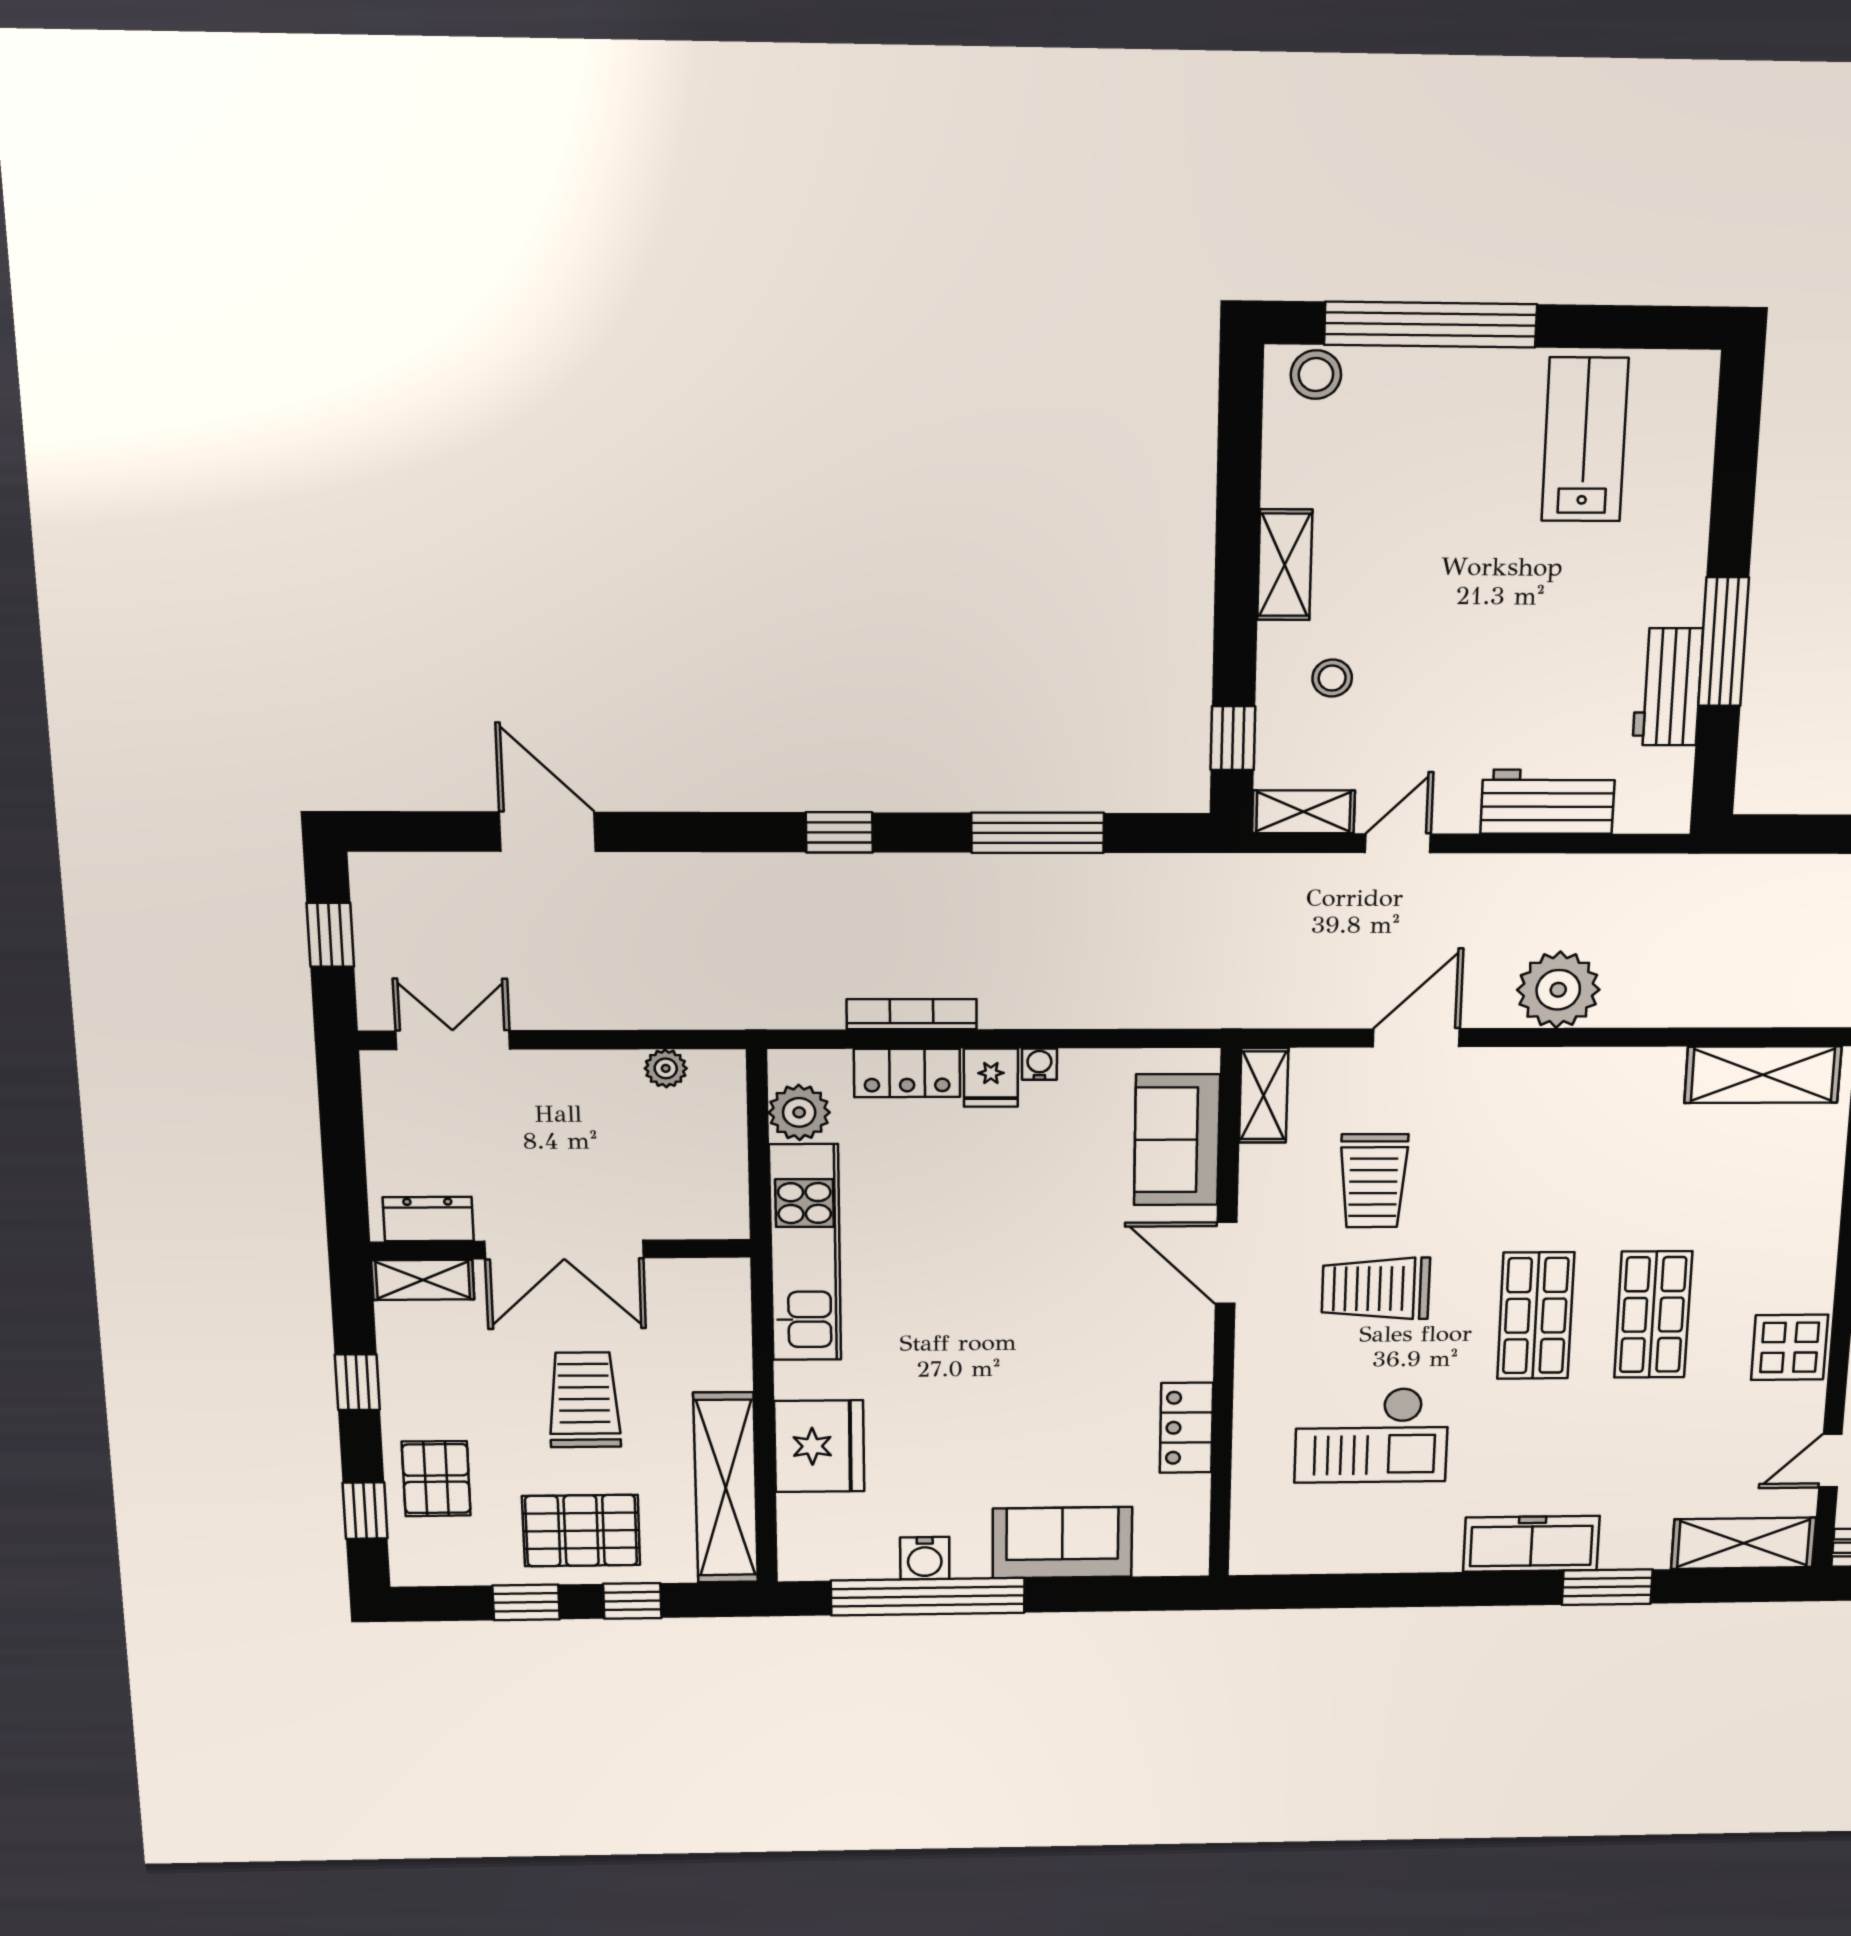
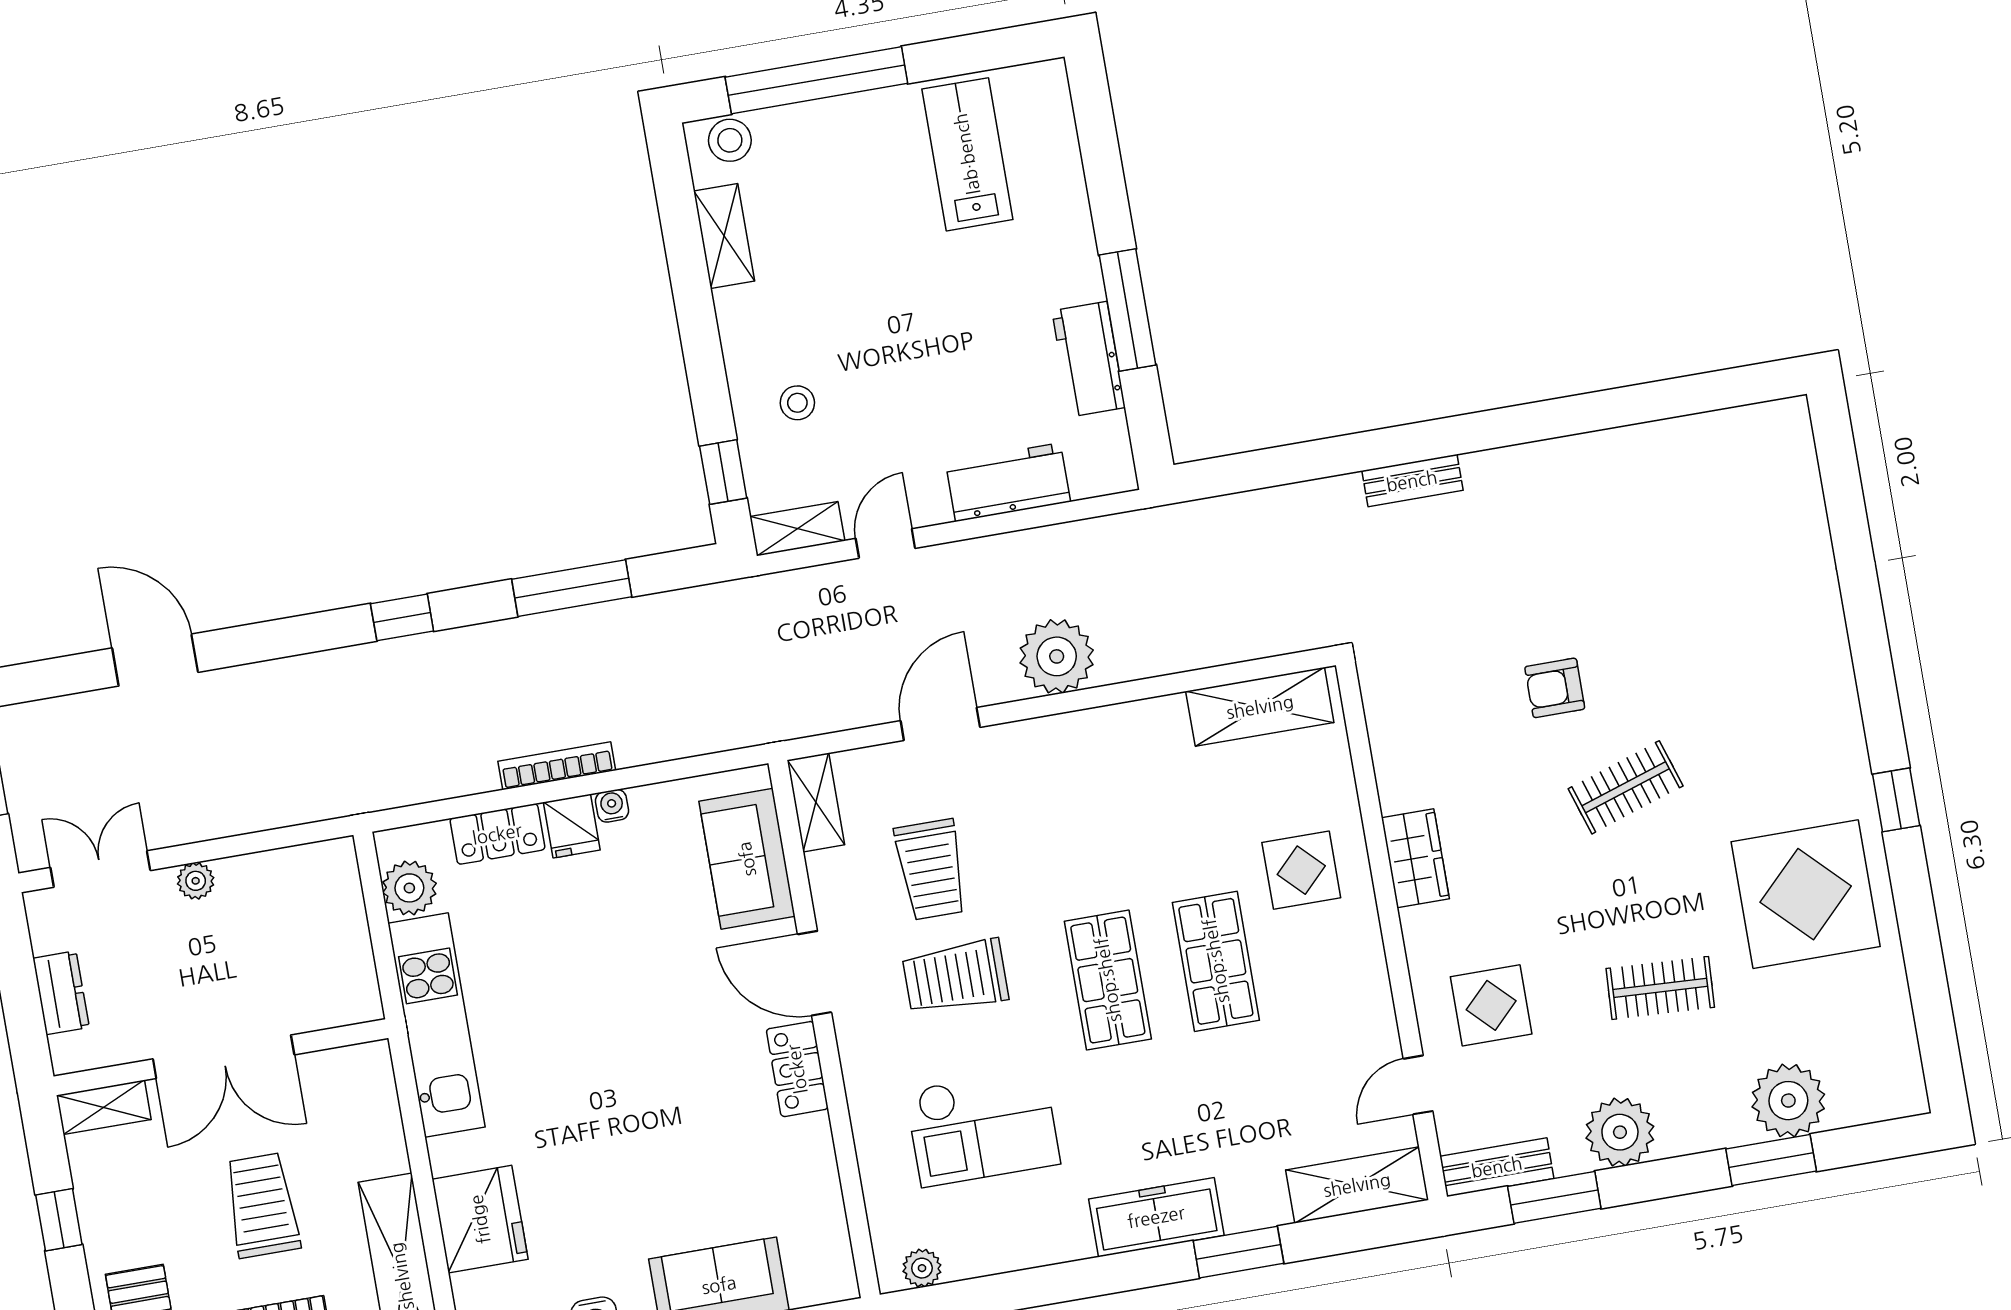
shelving: (1285, 565) -> (724, 236), moved
bookcase: (912, 1014) -> (557, 766), moved
plant: (666, 1068) -> (196, 881), moved
dresser: (428, 1219) -> (61, 993), moved, turned 90
display table: (1790, 1347) -> (1301, 870), moved
locker: (1186, 1428) -> (797, 1069), moved
plant: (1278, 1557) -> (922, 1268), added

